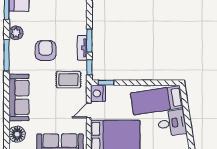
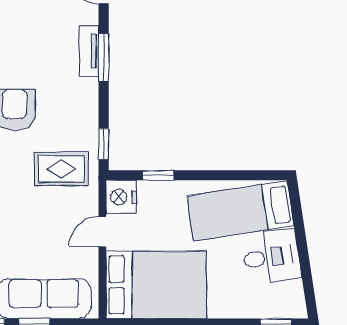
window: (89, 41) -> (104, 57), moved
tv unit: (82, 48) -> (89, 51), moved
window: (106, 83) -> (158, 175), moved

